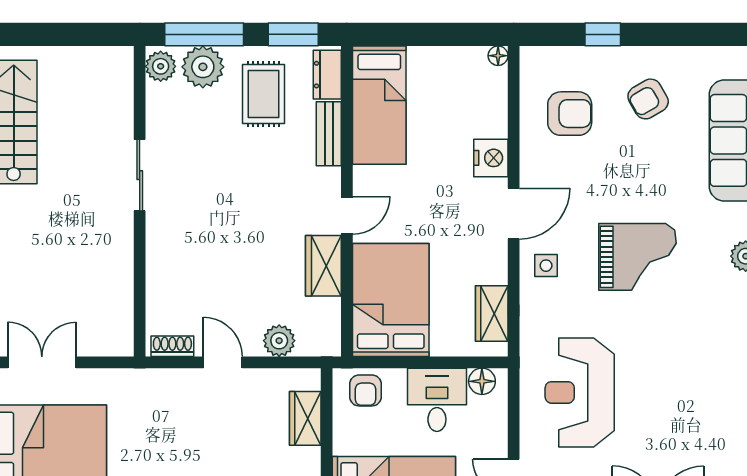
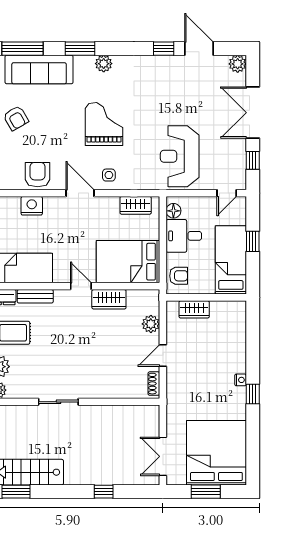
armchair: (570, 114) -> (38, 175), moved
nightstand: (491, 158) -> (32, 206), moved
reception desk: (580, 392) -> (180, 156), turned 90

